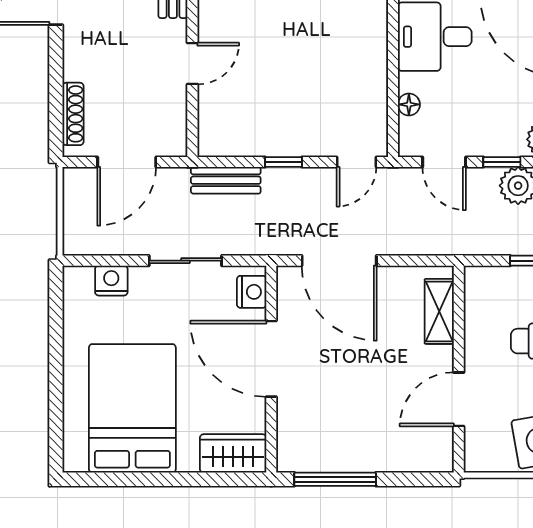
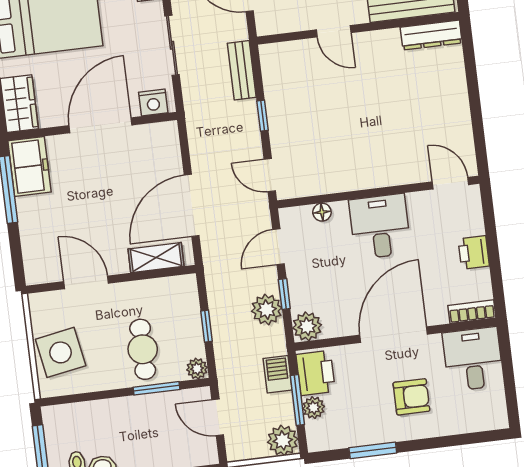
door: (339, 261) -> (192, 205), moved
freezer: (310, 451) -> (29, 166), added

